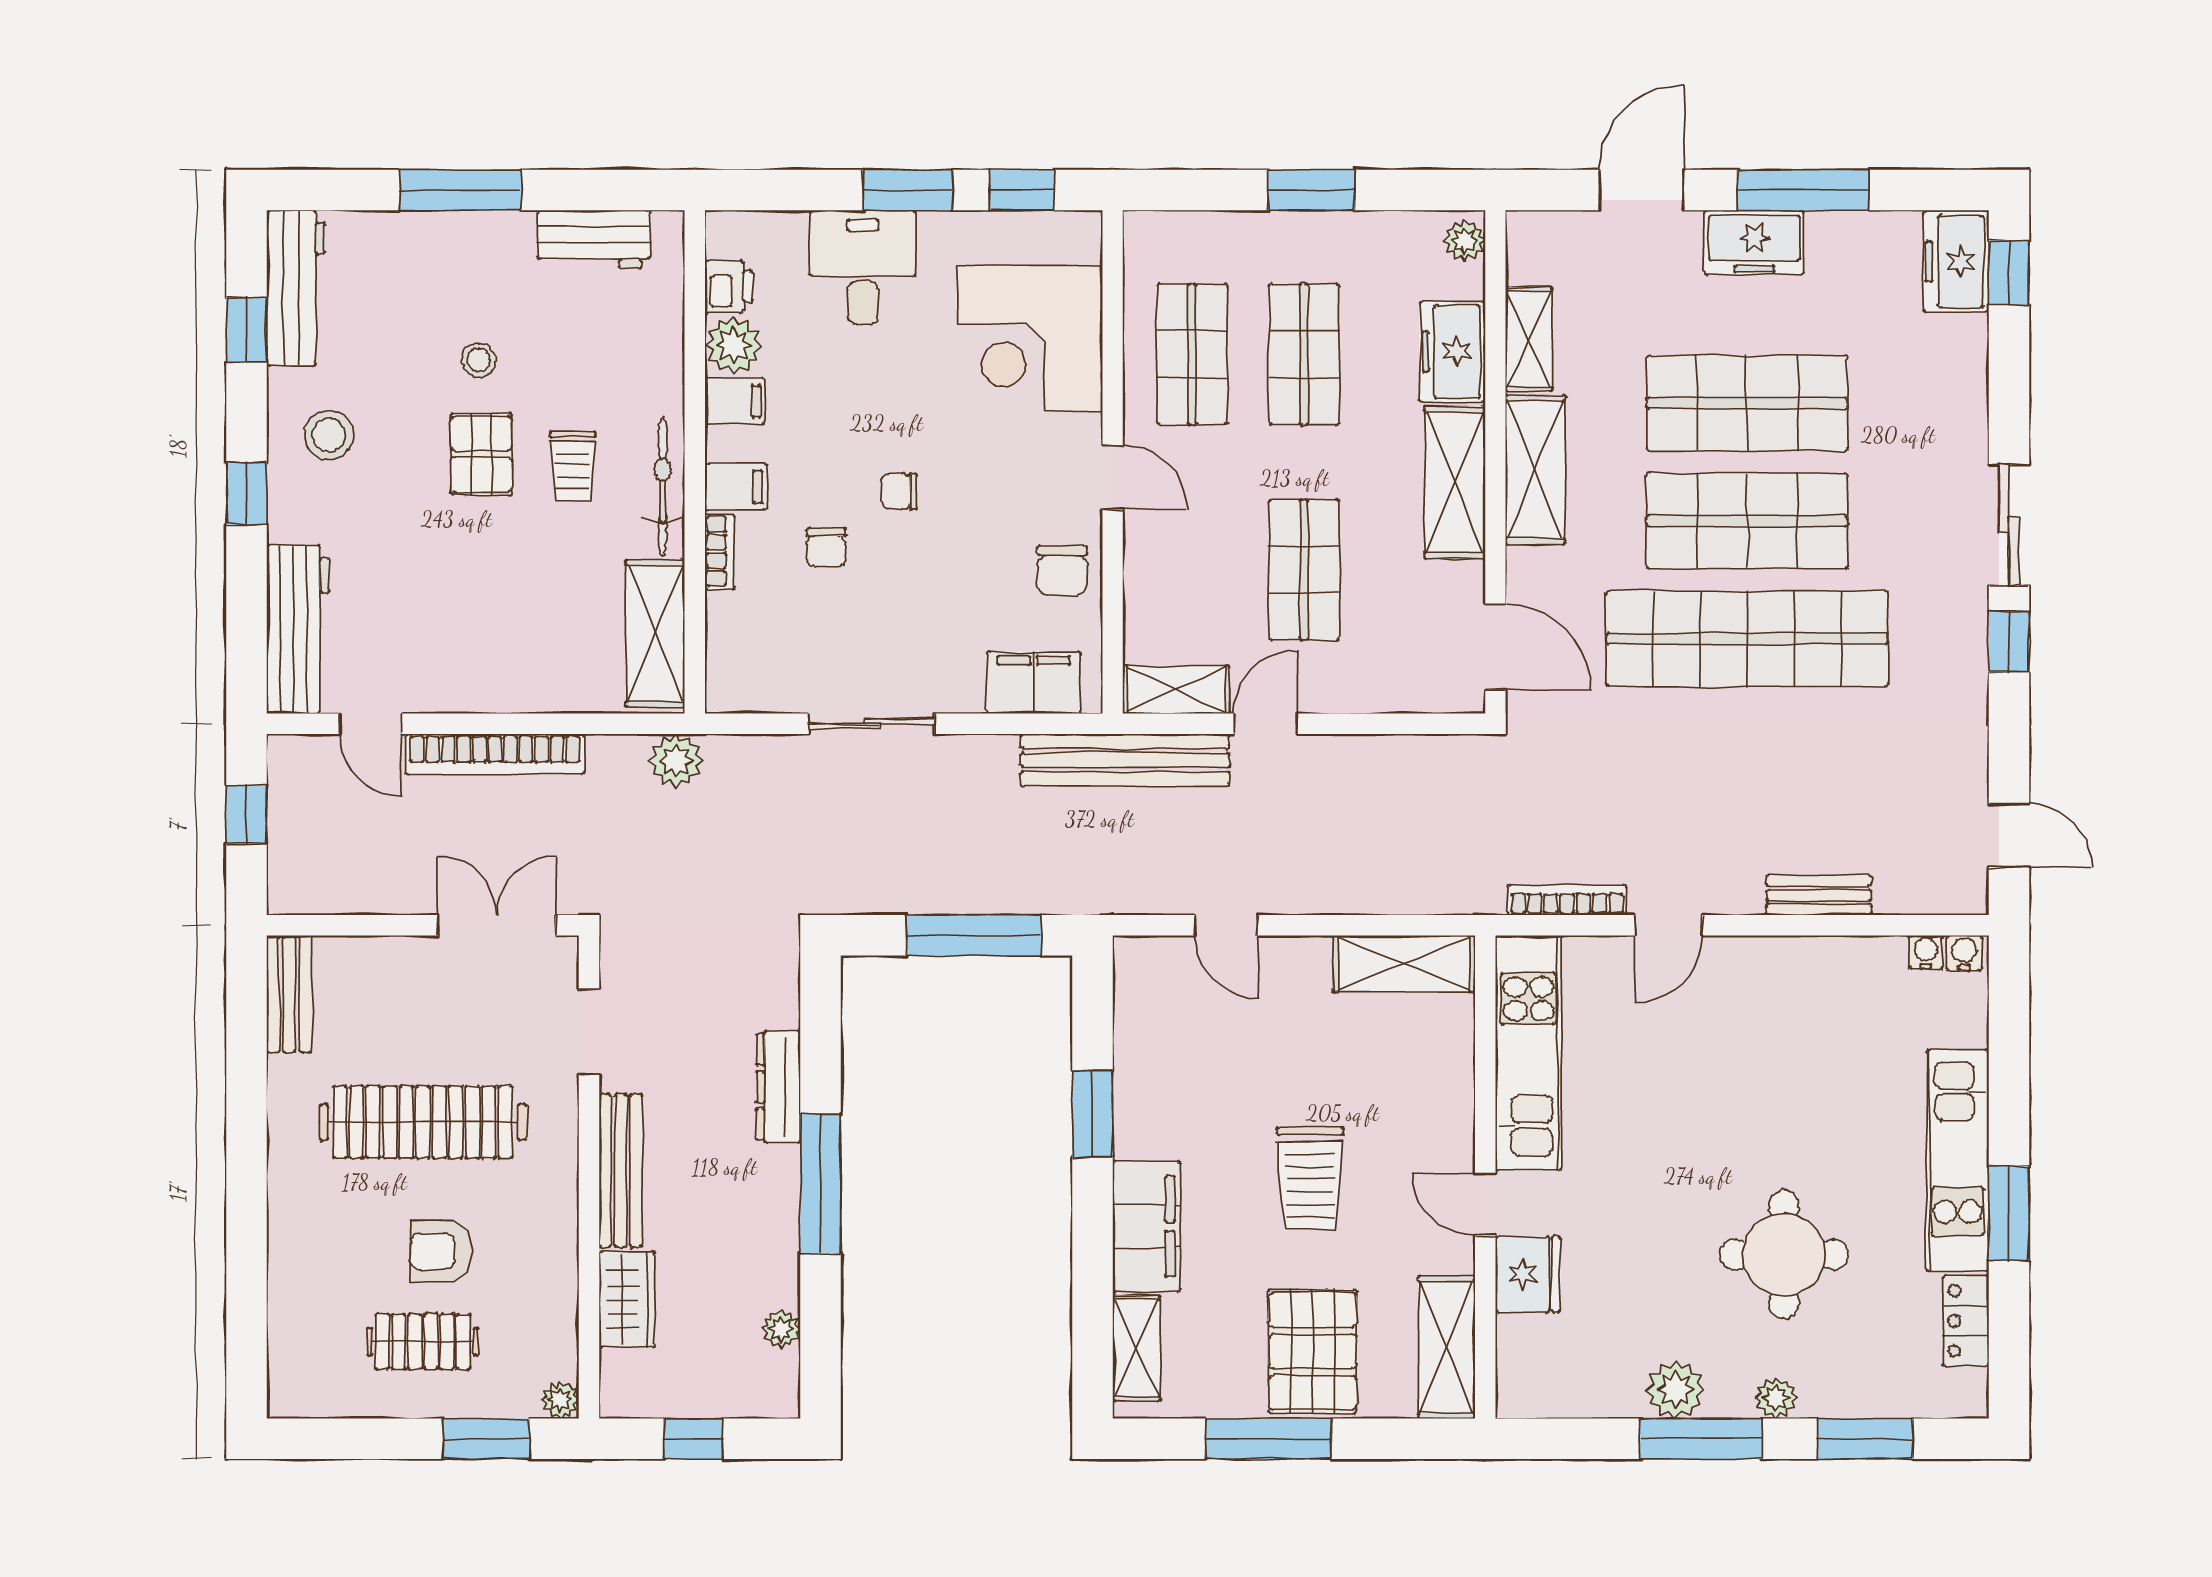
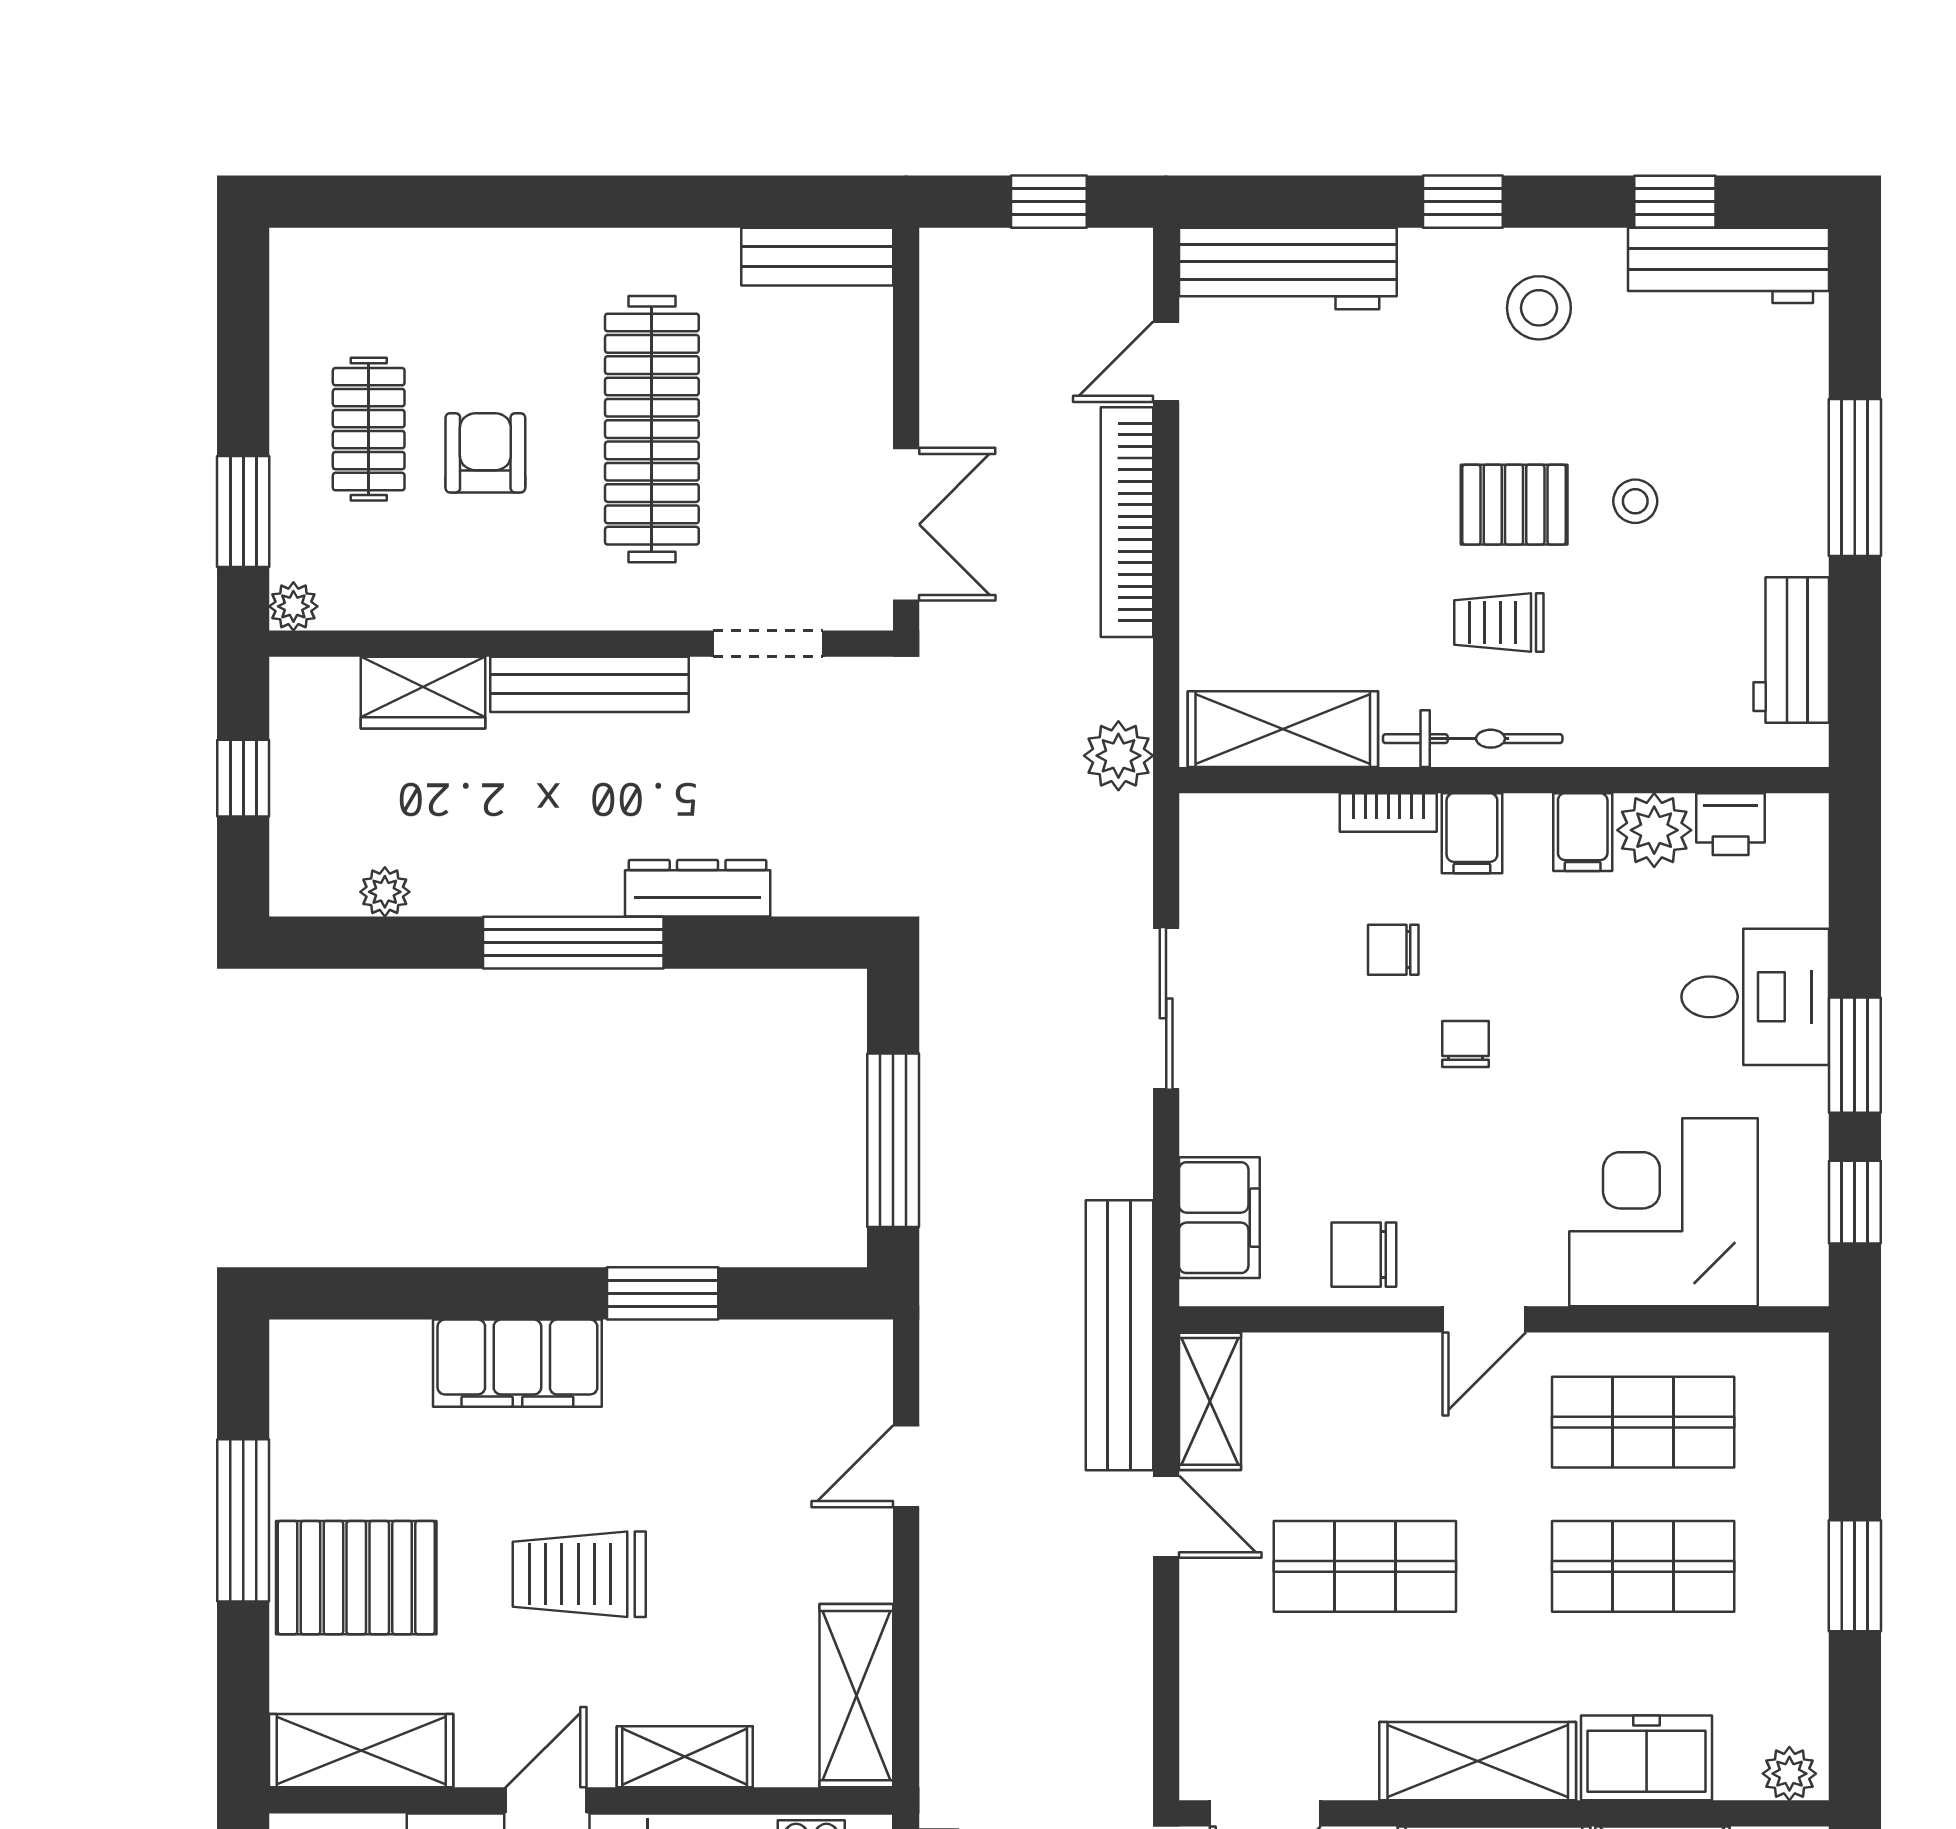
shelving: (1136, 1348) -> (685, 1757), moved

